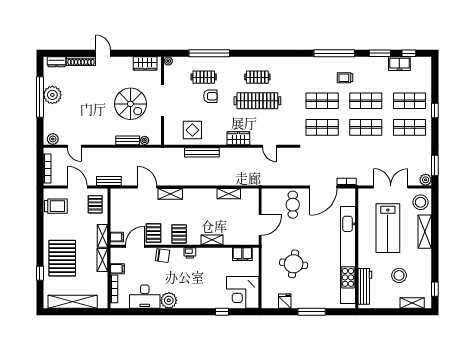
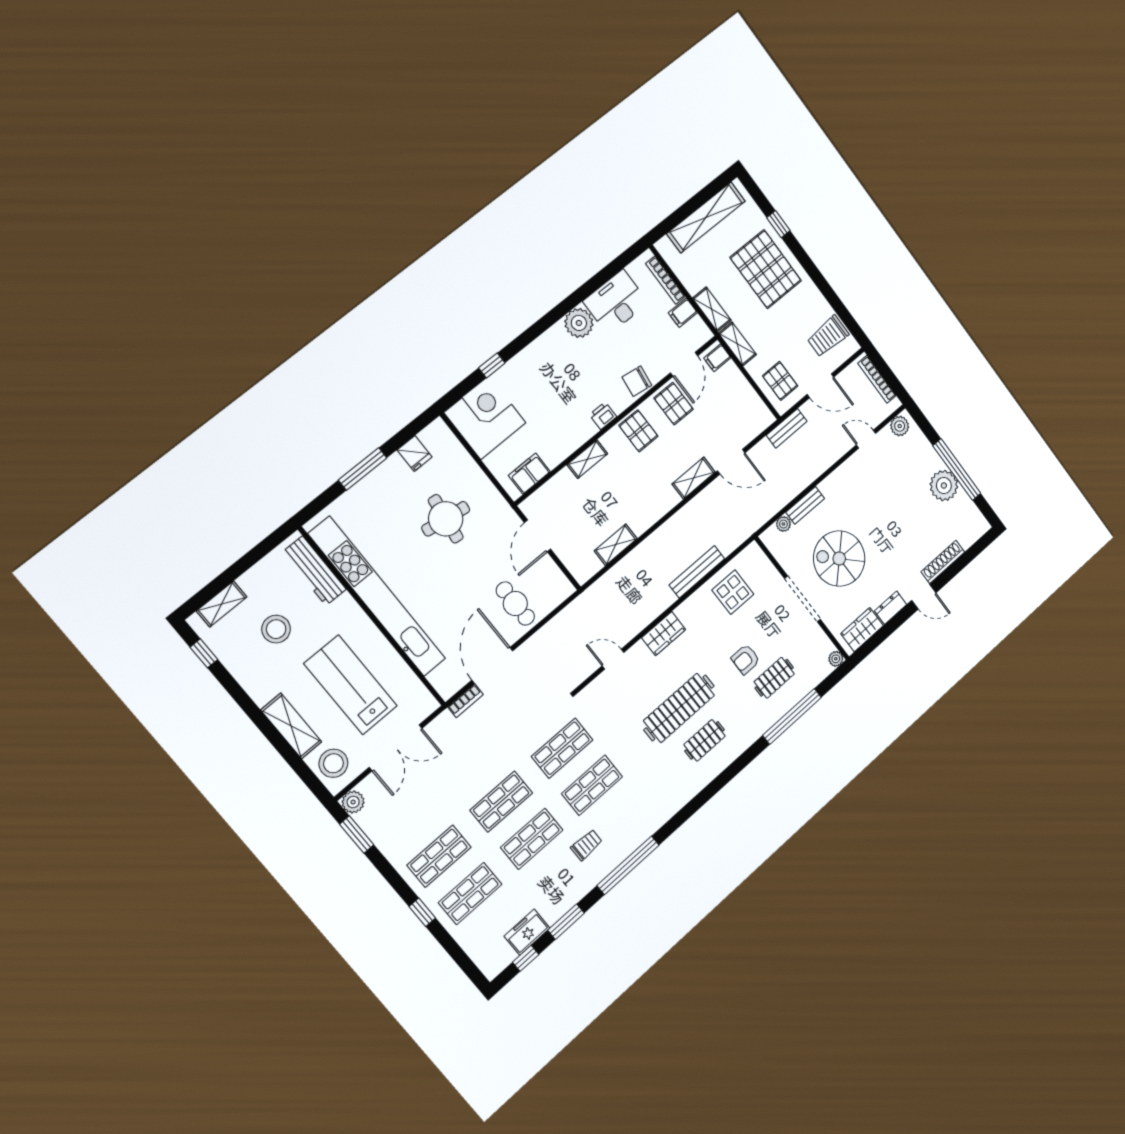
dresser: (56, 62) -> (891, 608), moved

